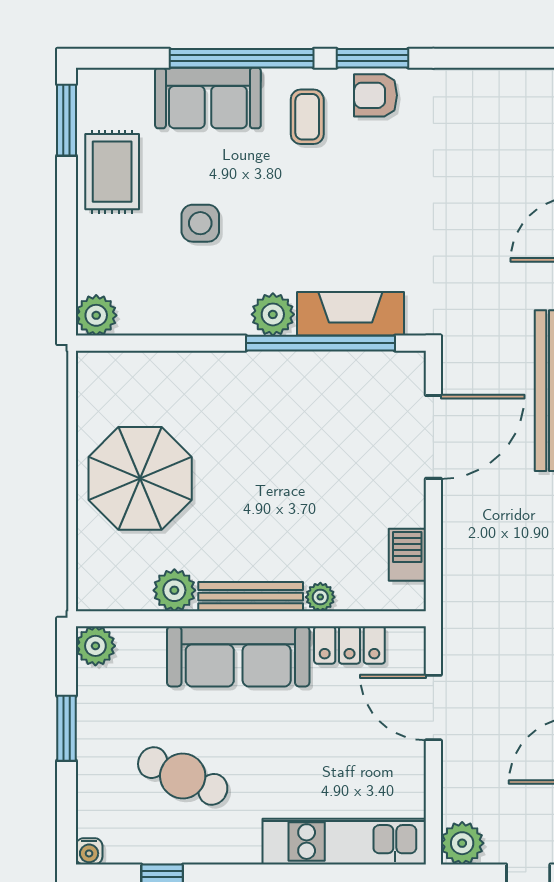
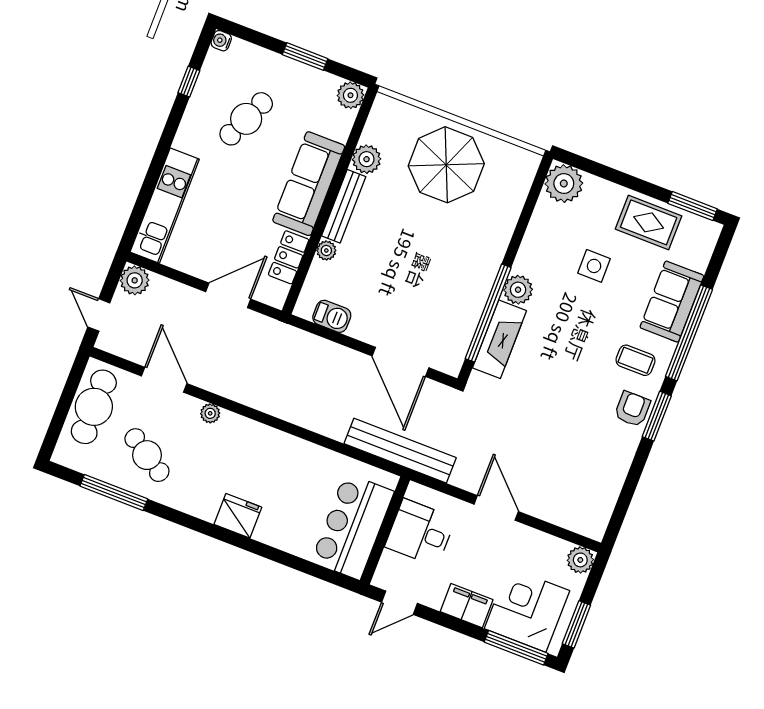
plant: (96, 315) -> (564, 184), width x1.36, depth x1.36

